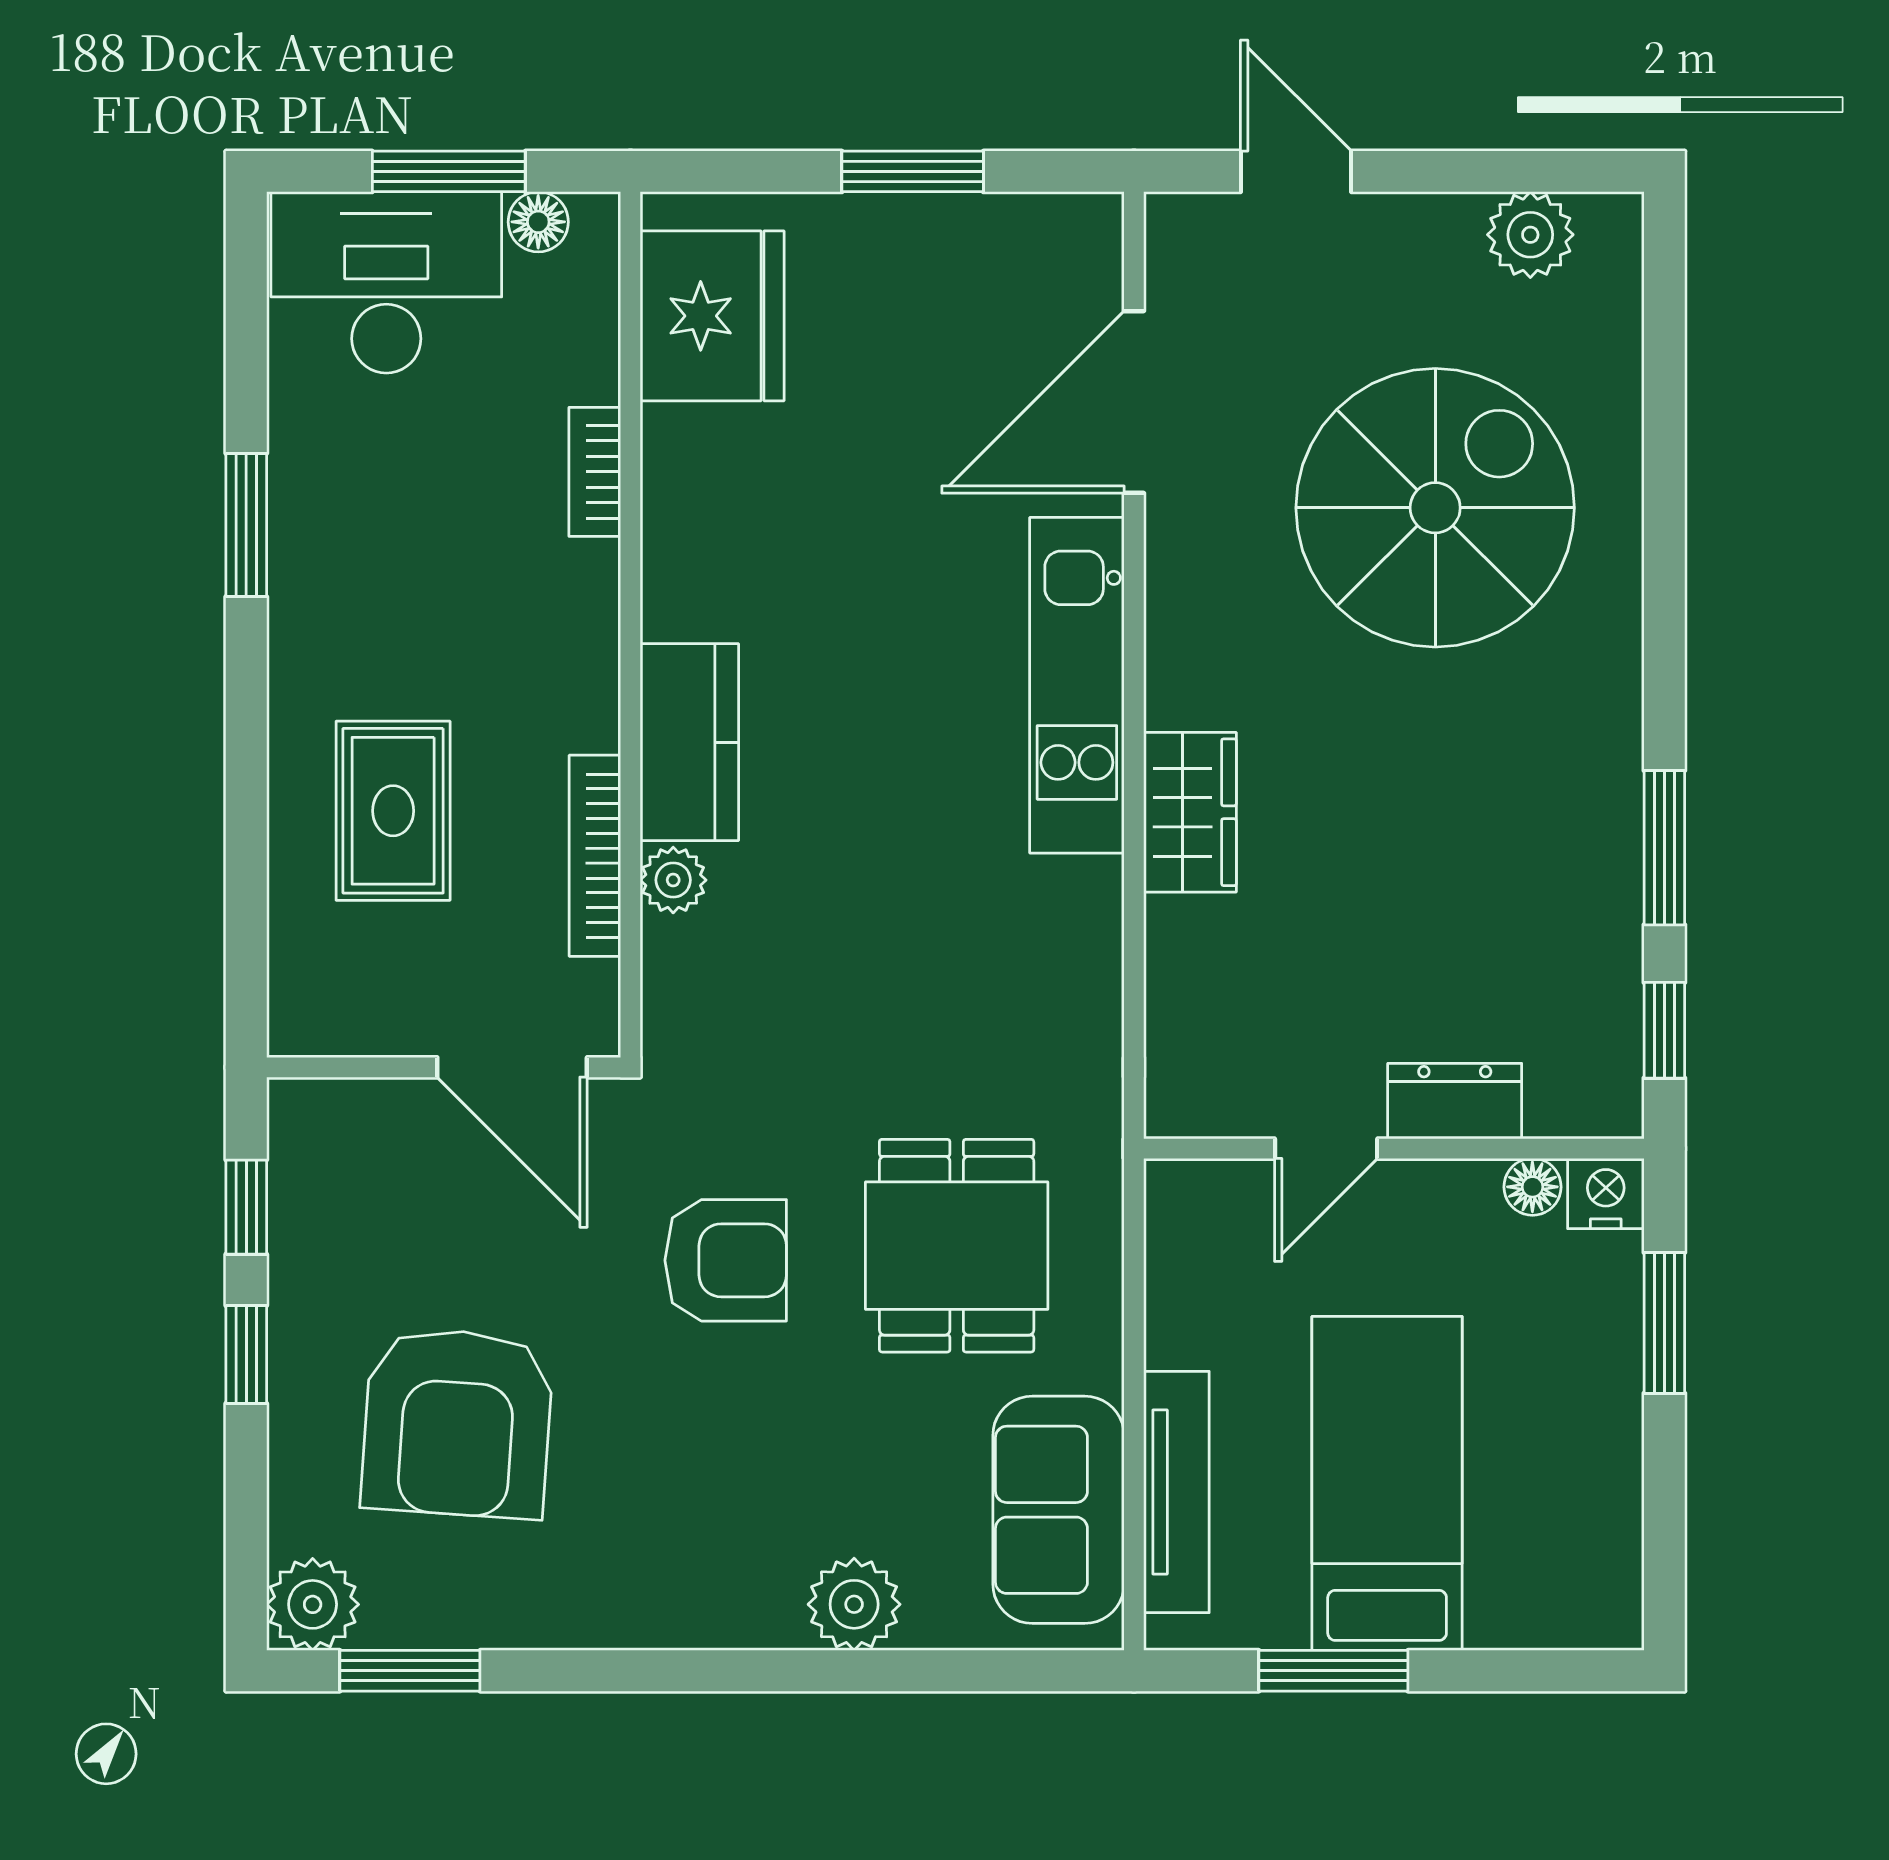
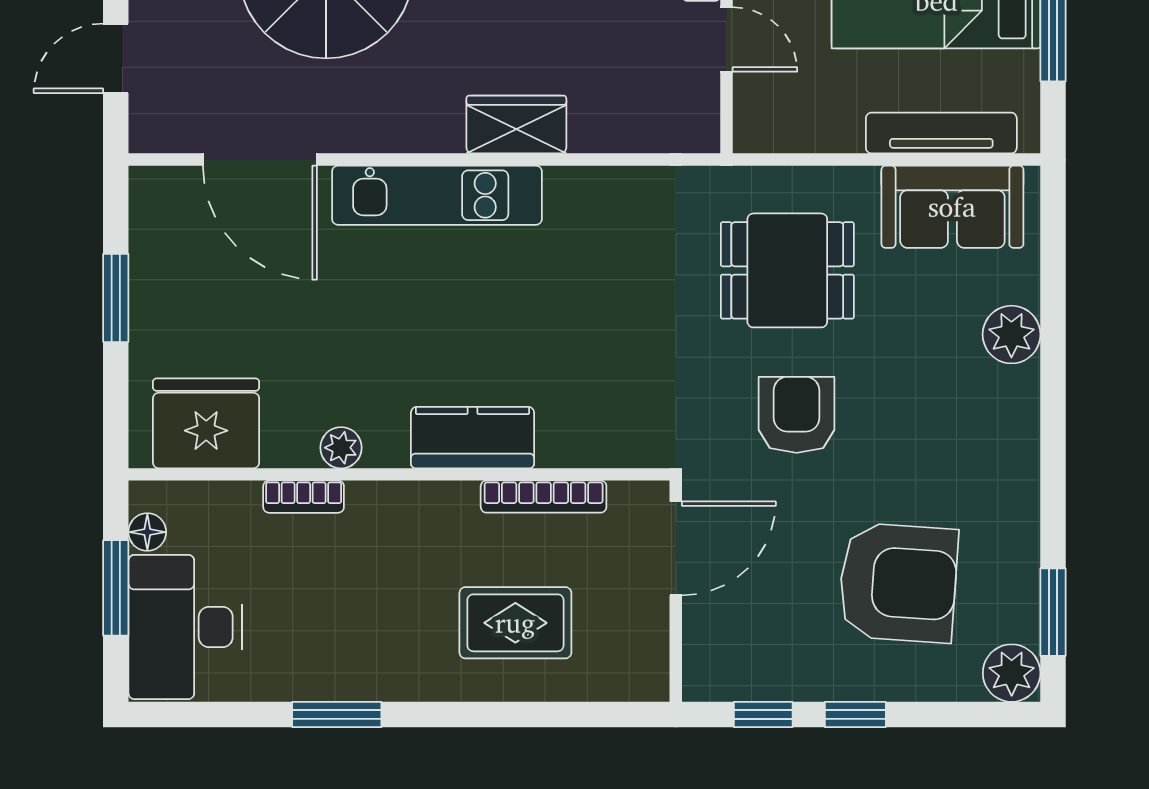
plant: (673, 880) -> (341, 448), moved

